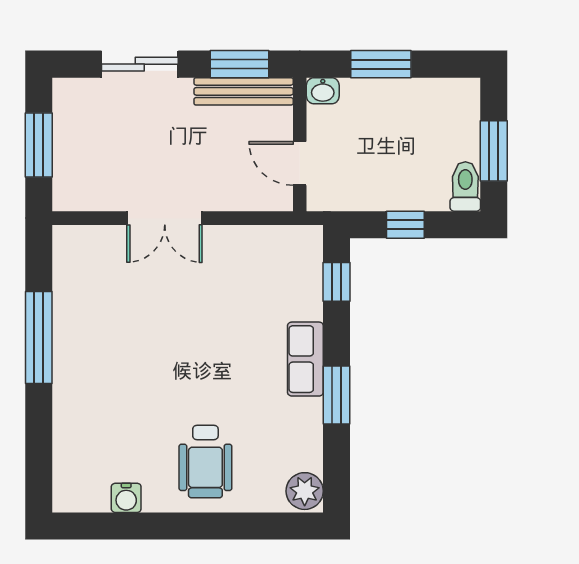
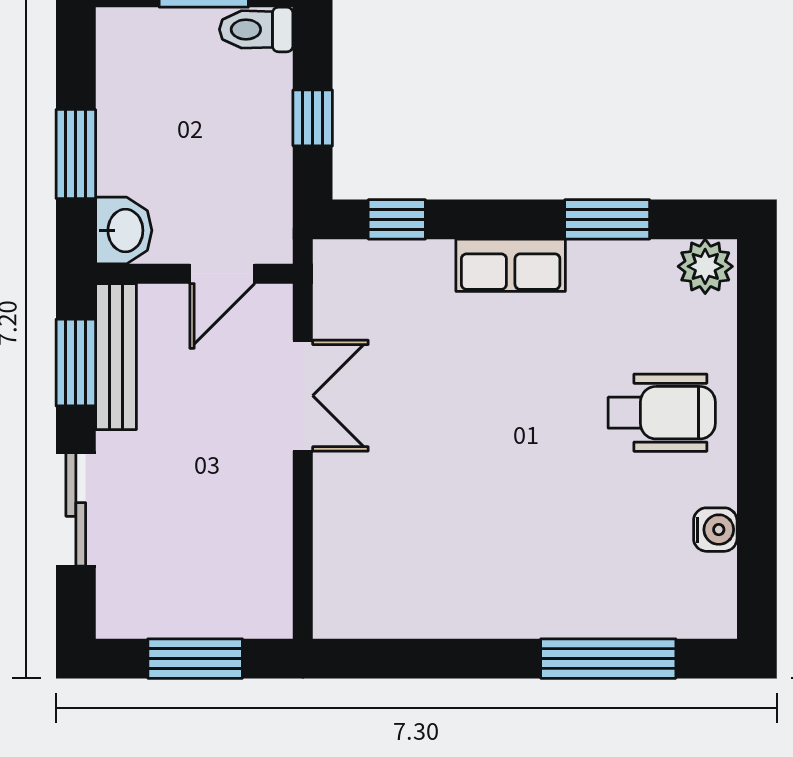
washbasin: (323, 91) -> (124, 230), width x1.38, depth x1.45
double door: (165, 218) -> (303, 396), moved
window: (39, 337) -> (608, 659), moved
window: (337, 395) -> (607, 219), moved

